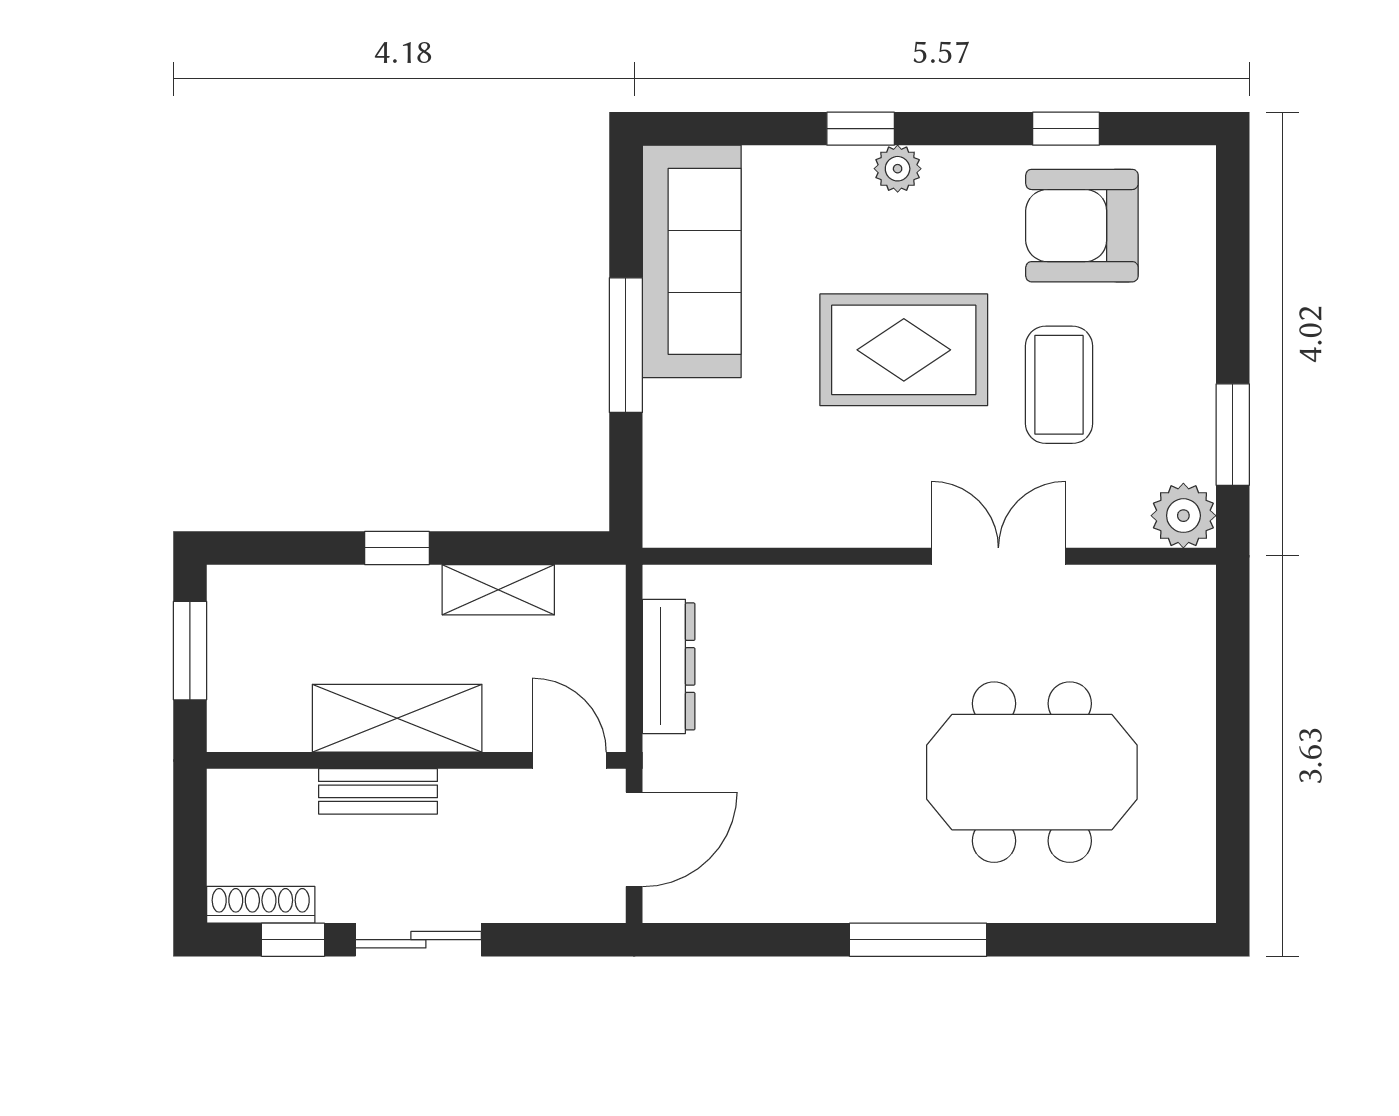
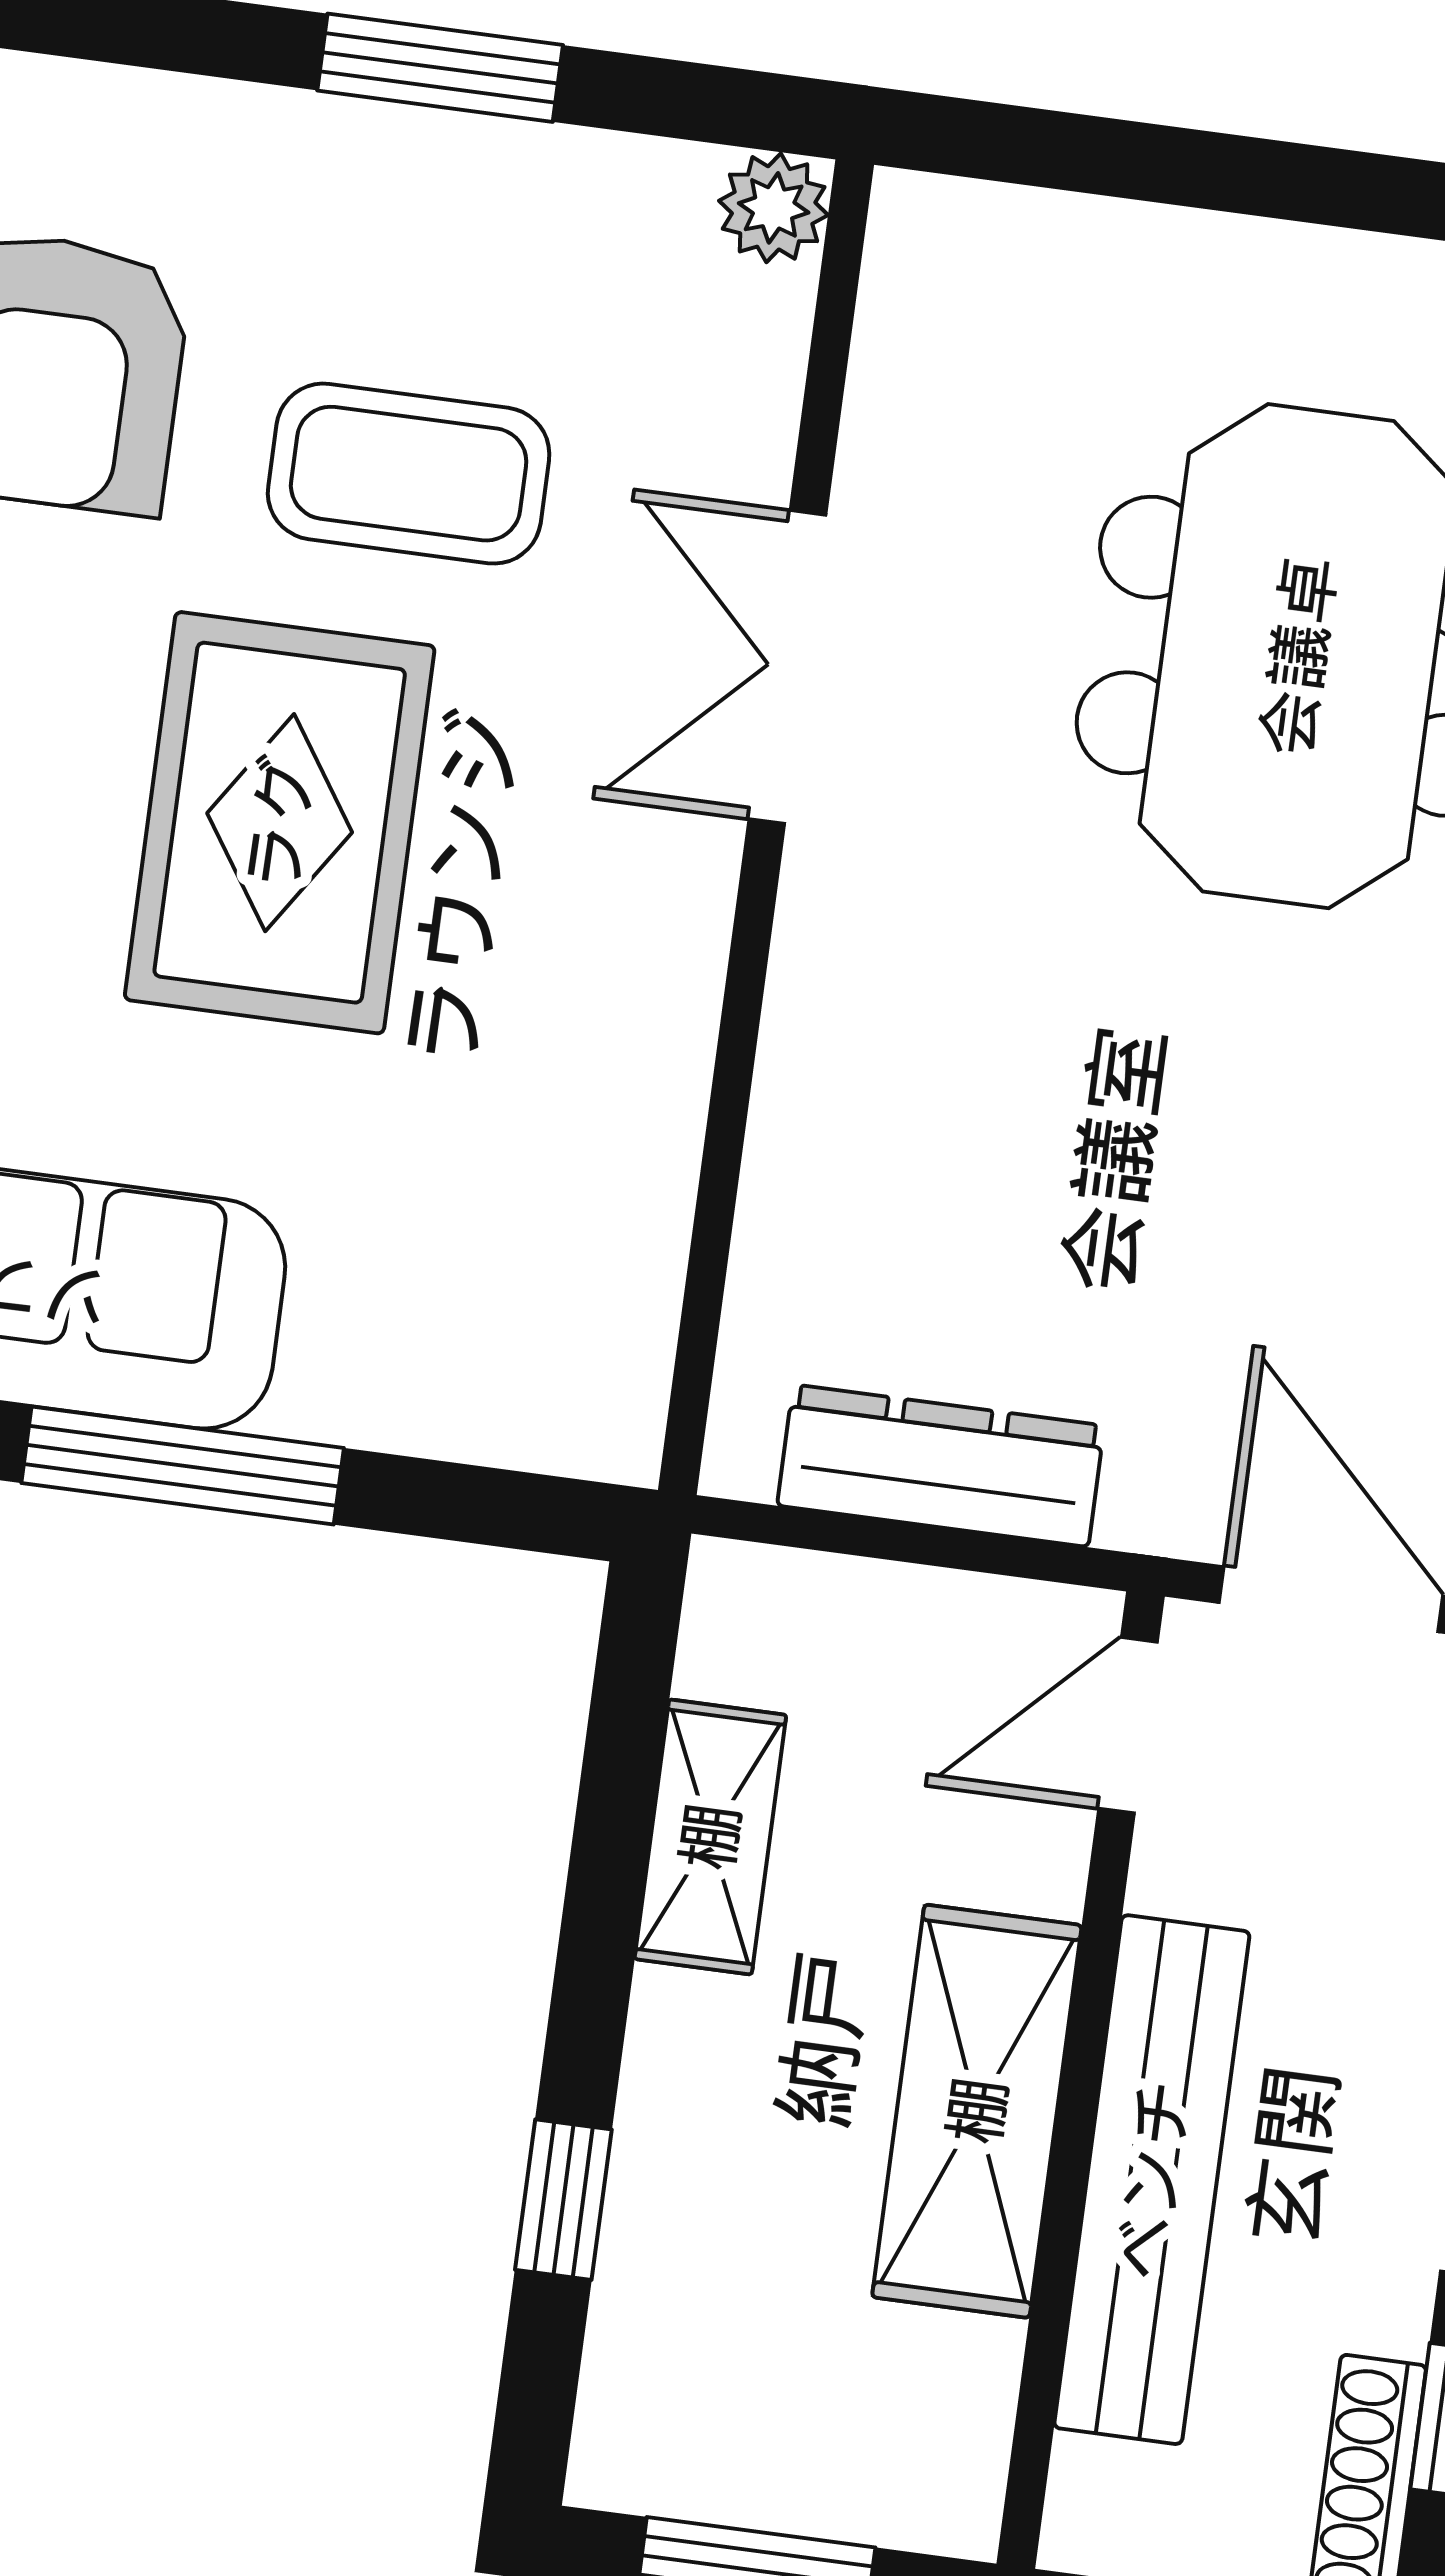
window: (1233, 435) -> (440, 68), moved
plant: (1183, 516) -> (774, 208), width x0.73, depth x0.73
window: (397, 548) -> (563, 2200), moved
bench: (378, 791) -> (1152, 2180), width x1.86, depth x1.21

